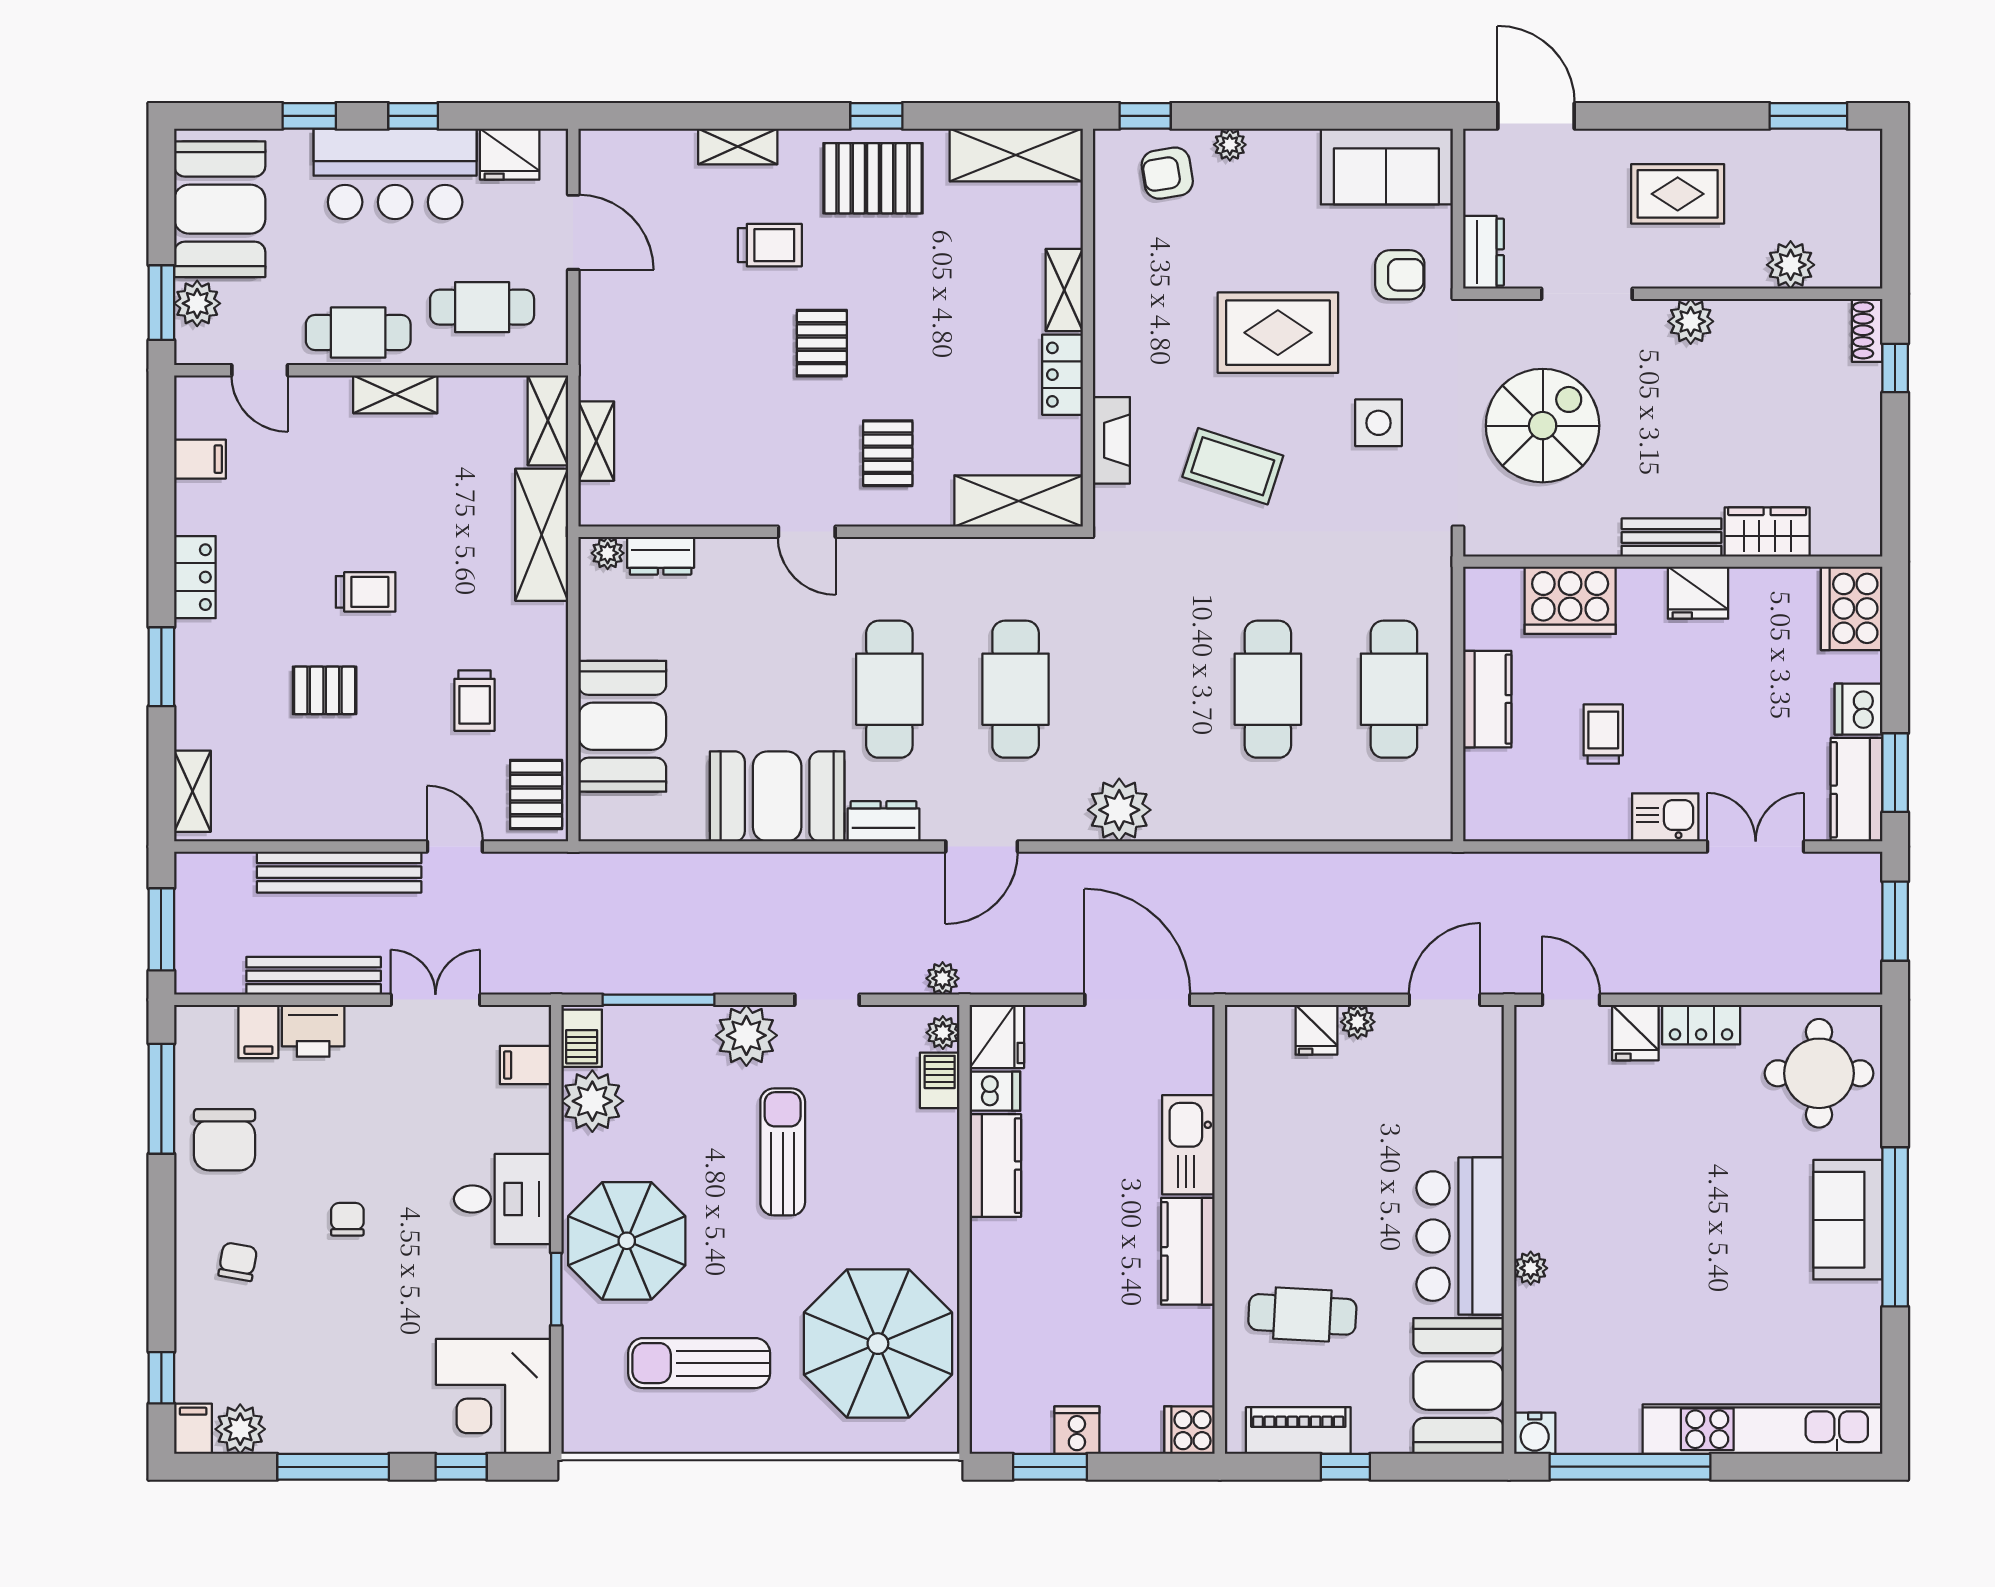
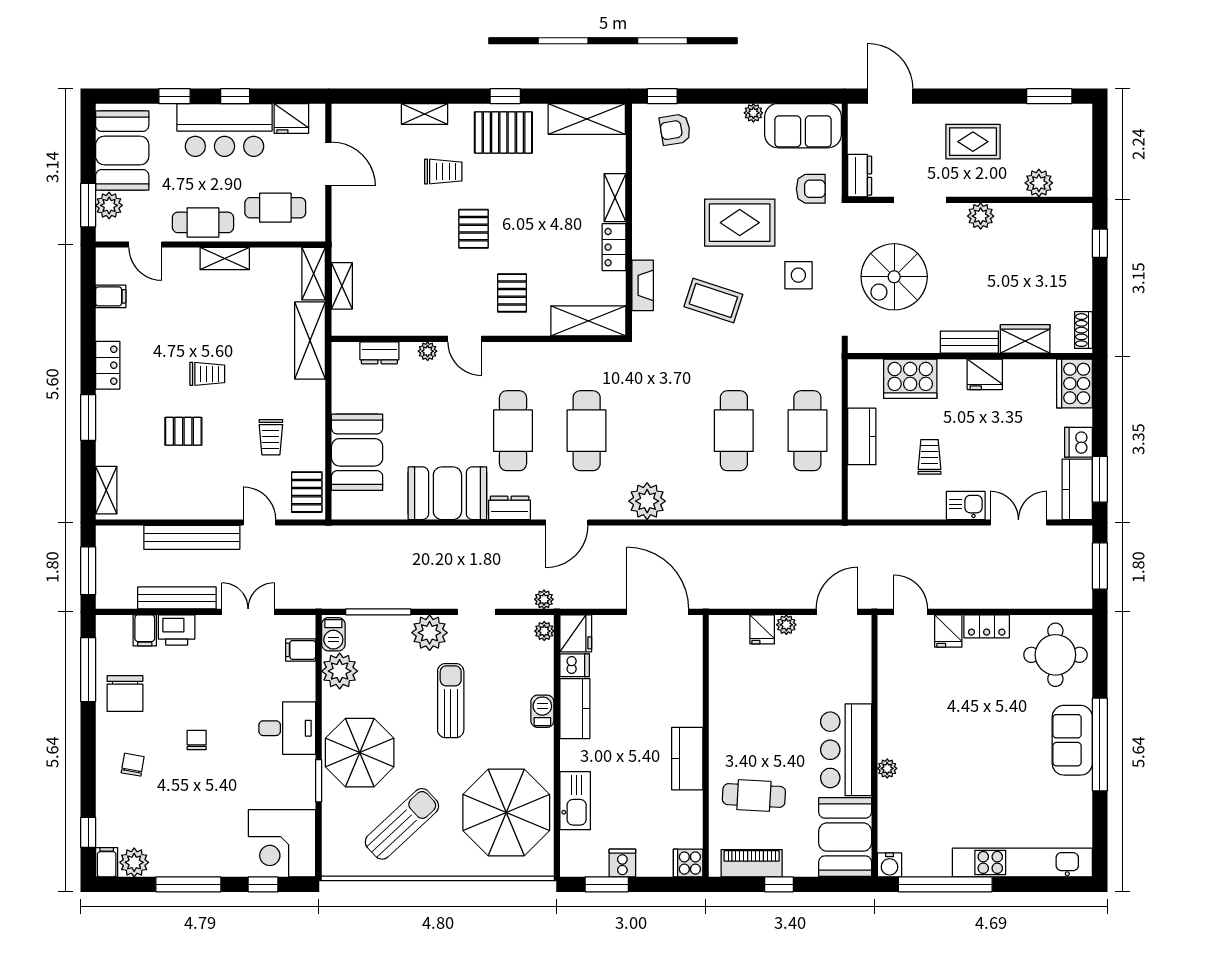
plant: (1230, 145) -> (753, 113), moved
shoe rack: (1867, 330) -> (1084, 330), moved
spiral stairs: (1543, 426) -> (894, 277), turned 180
plant: (608, 553) -> (428, 351), moved
barbecue: (940, 1080) -> (542, 711), moved
kitchen sink: (1188, 1145) -> (575, 801), moved, turned 180
sun lounger: (699, 1363) -> (402, 824), turned 137

